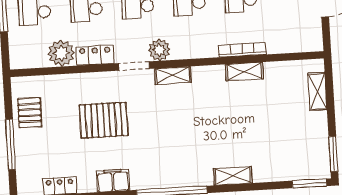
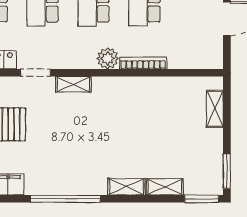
plant: (159, 50) -> (108, 58), moved
shelving: (244, 72) -> (165, 187), moved

